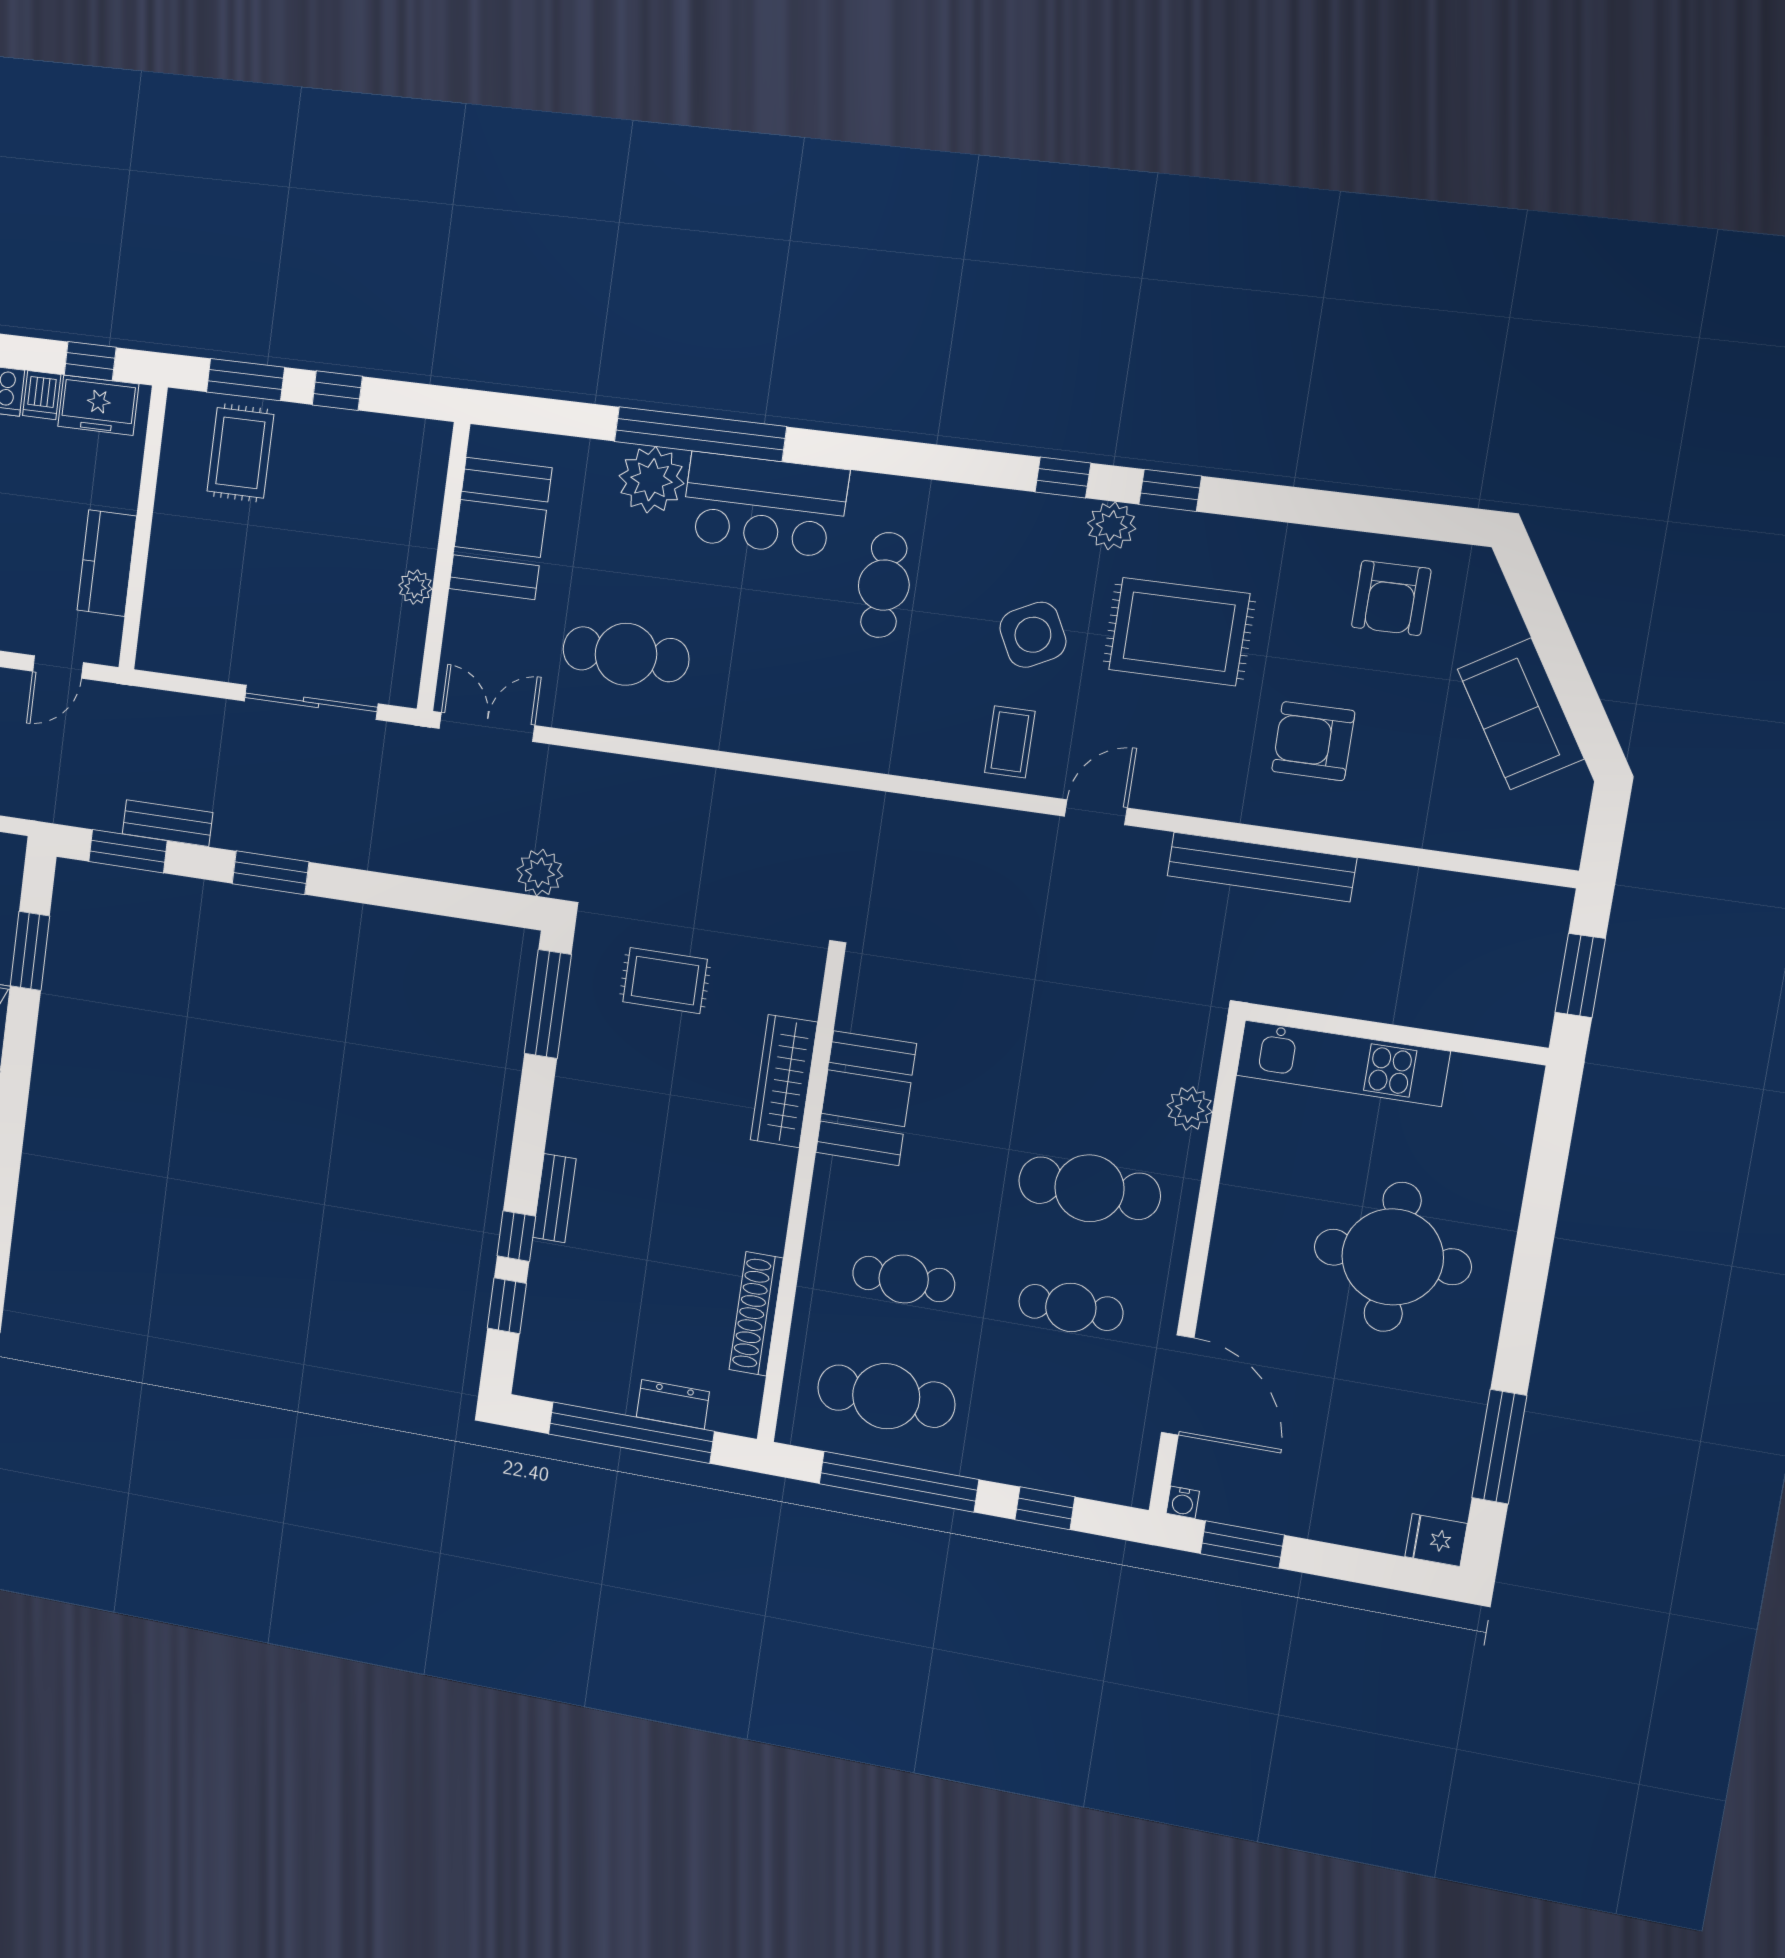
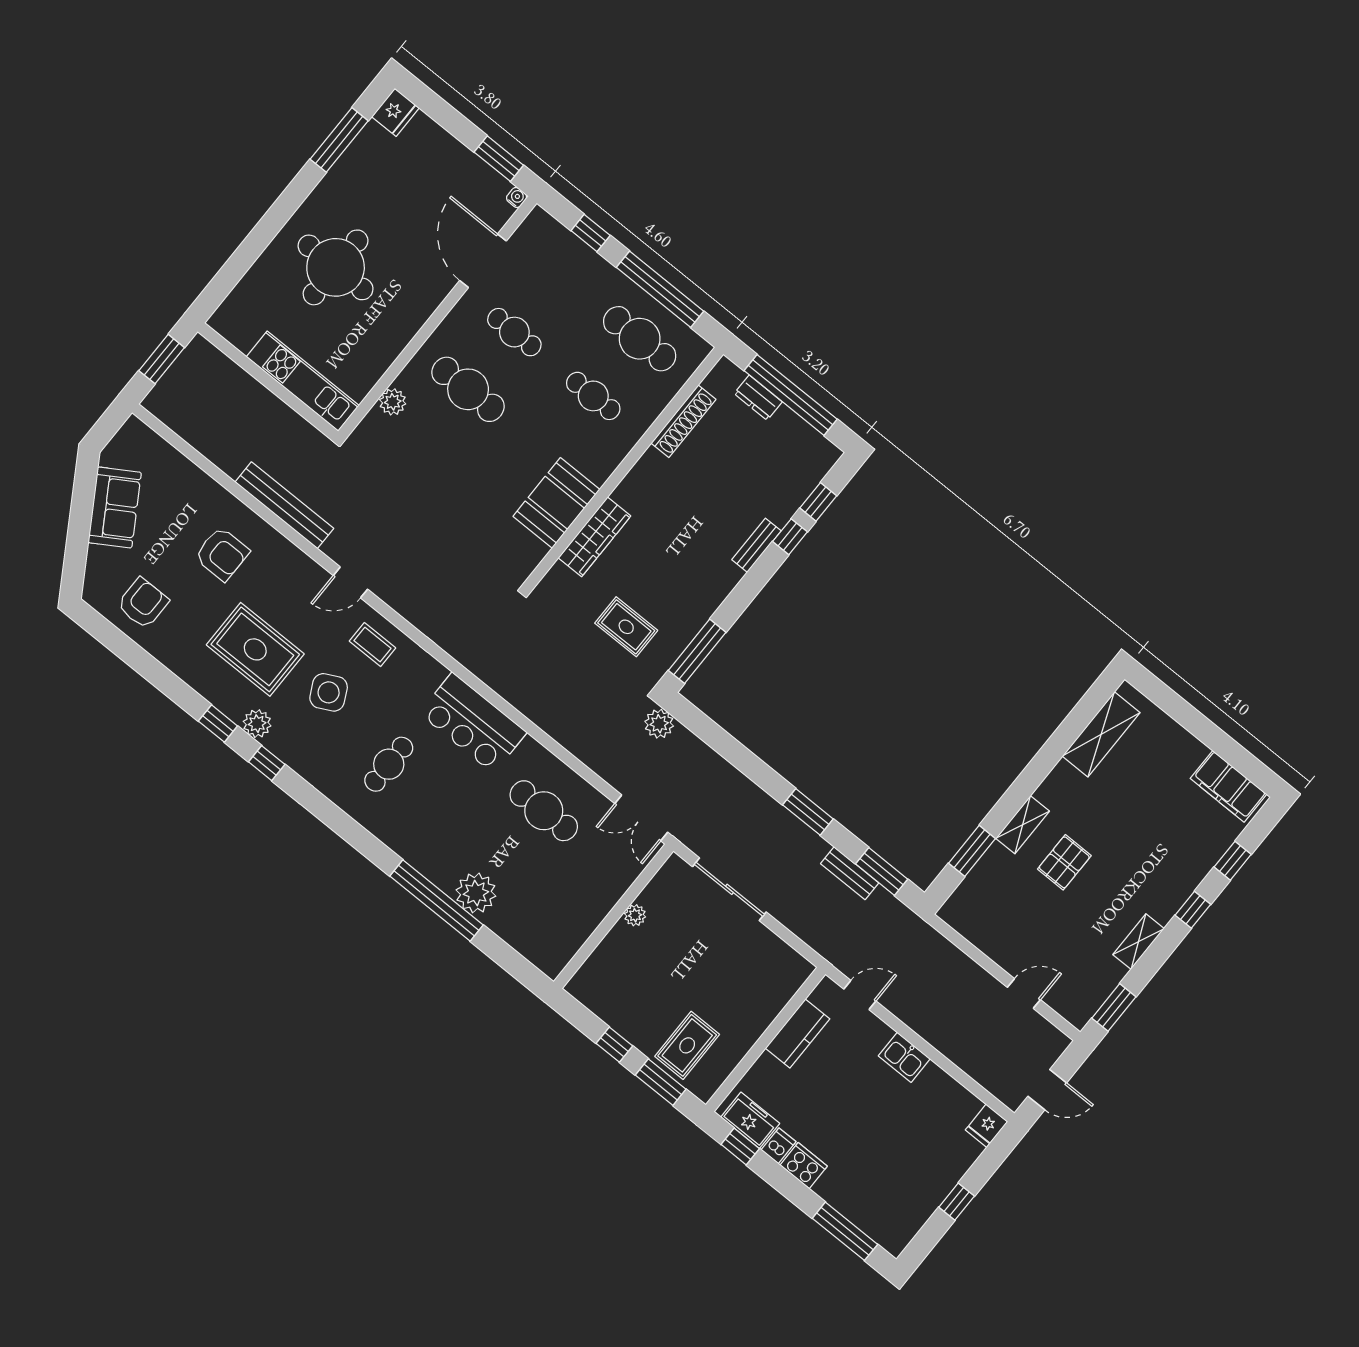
bar counter: (765, 505) -> (473, 723), moved, turned 180
booth: (500, 528) -> (571, 918), removed
coffee table: (1010, 742) -> (372, 645), turned 90
fridge: (1436, 1540) -> (395, 112), width x1.38

